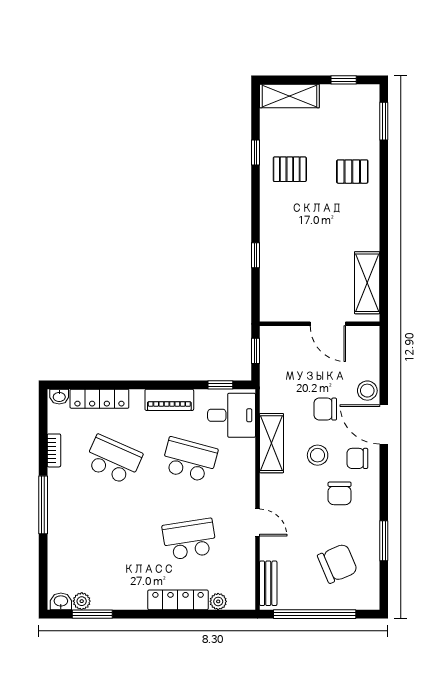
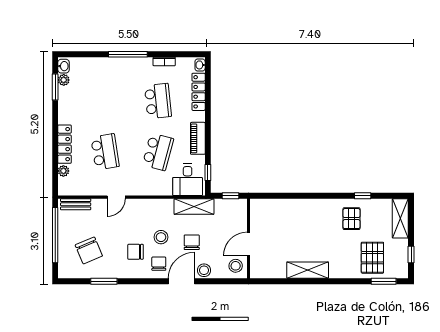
pallet: (352, 172) -> (372, 258), moved, width x1.50, depth x1.42
window: (255, 255) -> (294, 196), removed
shelving: (367, 283) -> (308, 270), moved
stool: (361, 343) -> (236, 266), added
shelving: (272, 443) -> (194, 206), moved
school desk: (113, 460) -> (158, 101), turned -30

